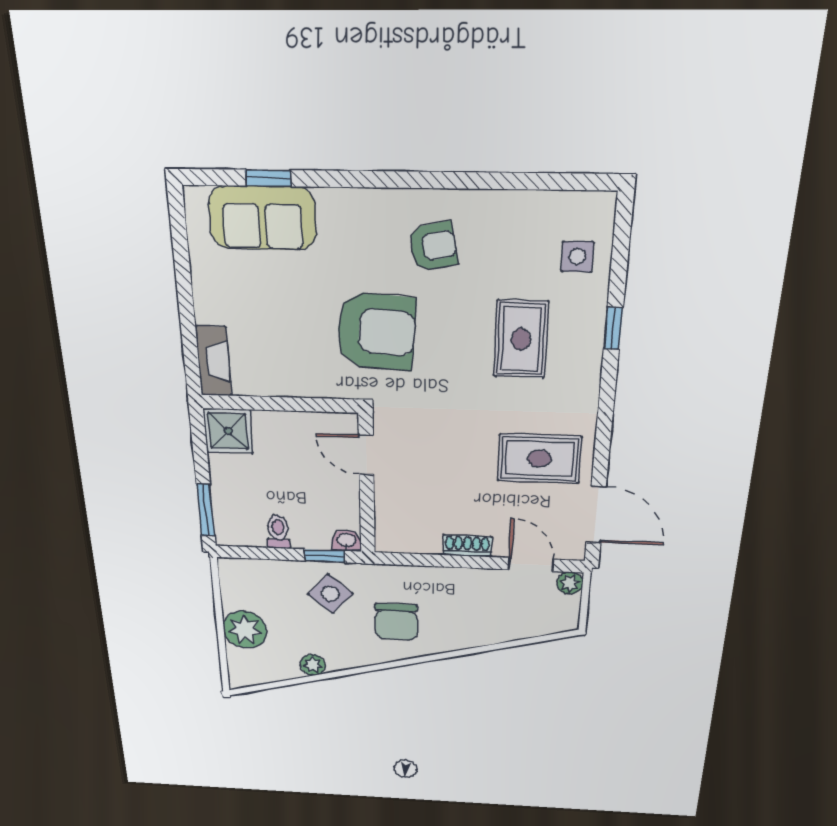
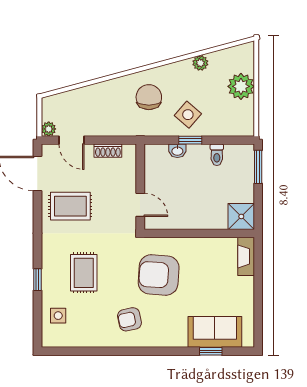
door: (366, 455) -> (140, 205), moved
wall: (367, 485) -> (140, 187), moved

